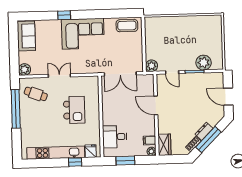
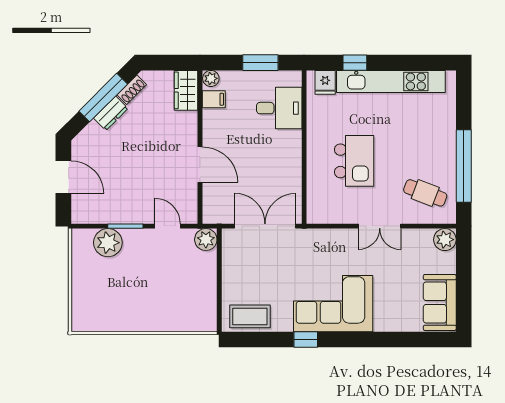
window: (64, 15) -> (306, 339), moved
kitchen island: (74, 110) -> (354, 161), turned 180

